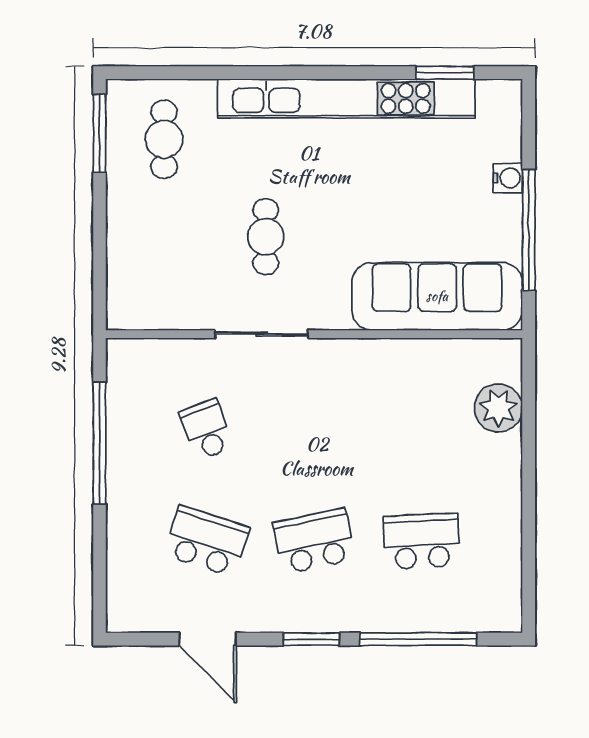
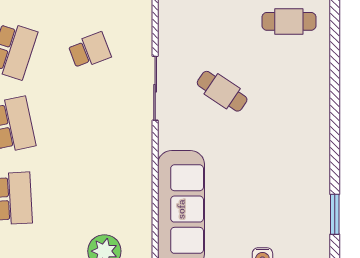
kitchen unit: (346, 98) -> (317, 147), removed
cafe table: (266, 237) -> (222, 91), turned 34

